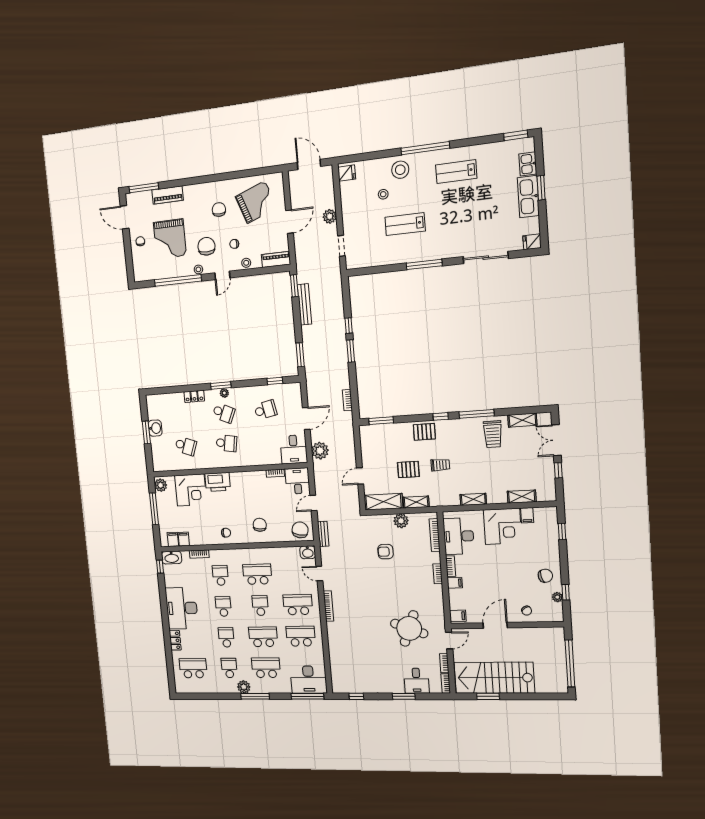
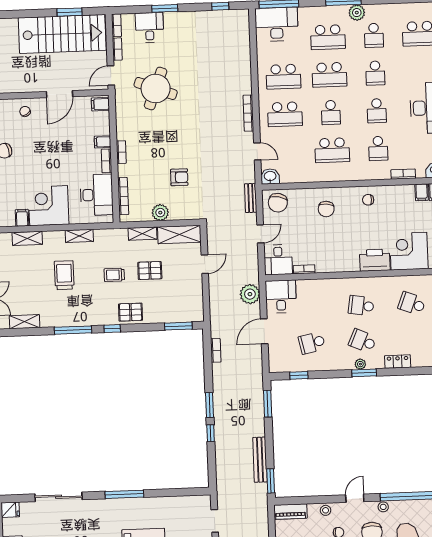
trolley: (493, 434) -> (64, 275), moved

